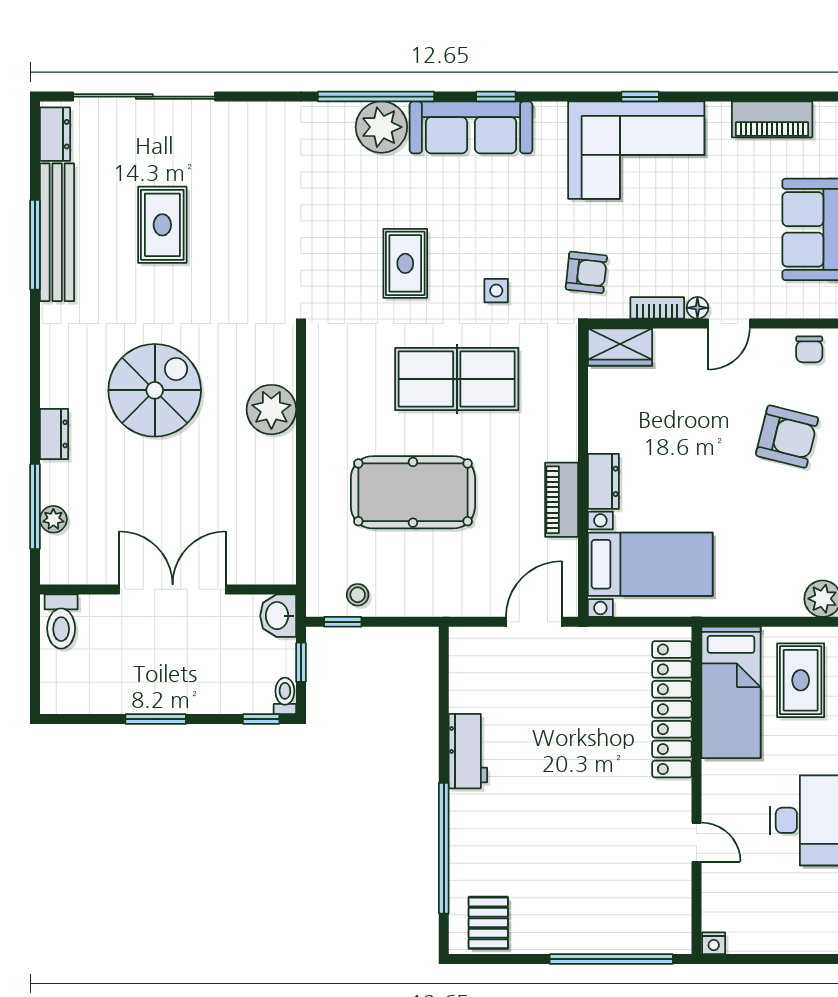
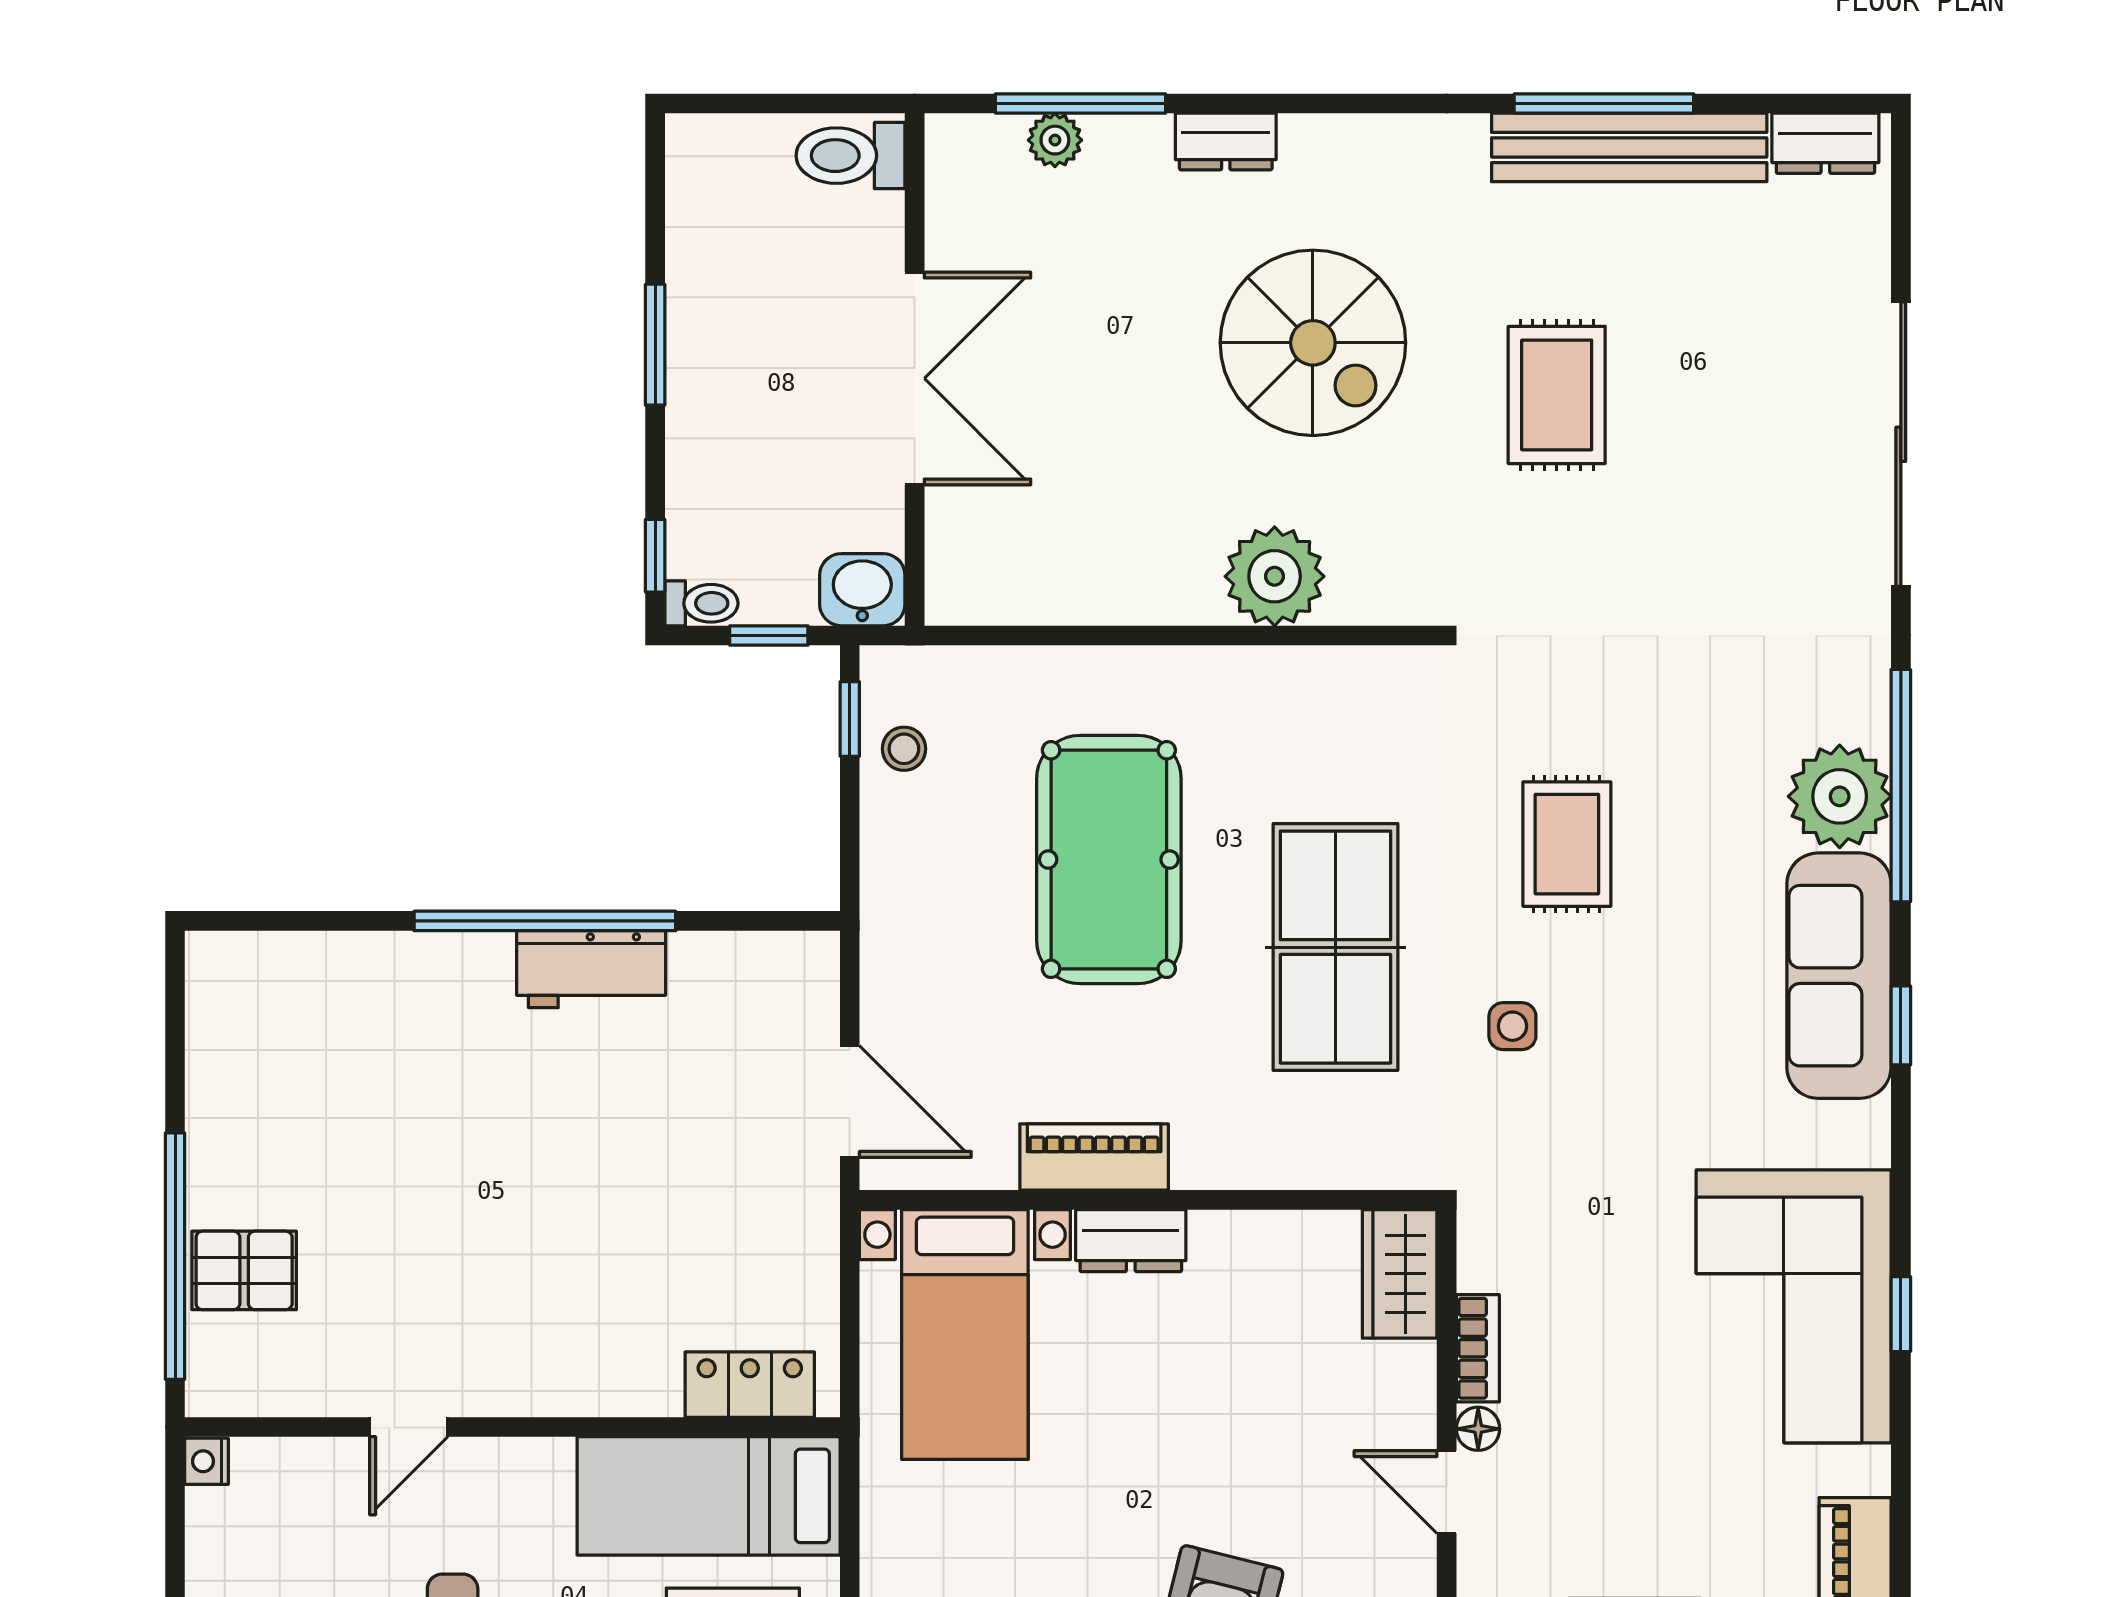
sliding door: (144, 97) -> (1901, 444), moved
rug: (162, 225) -> (1557, 395), moved, turned 90
rug: (405, 263) -> (1567, 844), turned 90
armchair: (586, 272) -> (1549, 1206), removed
locker: (672, 709) -> (750, 1385), width x0.46, depth x0.83
window: (444, 848) -> (545, 921), moved
pallet: (488, 923) -> (244, 1270), moved

